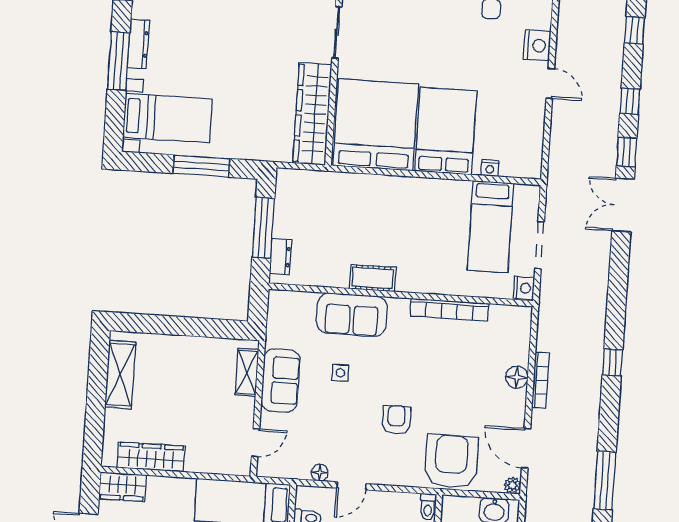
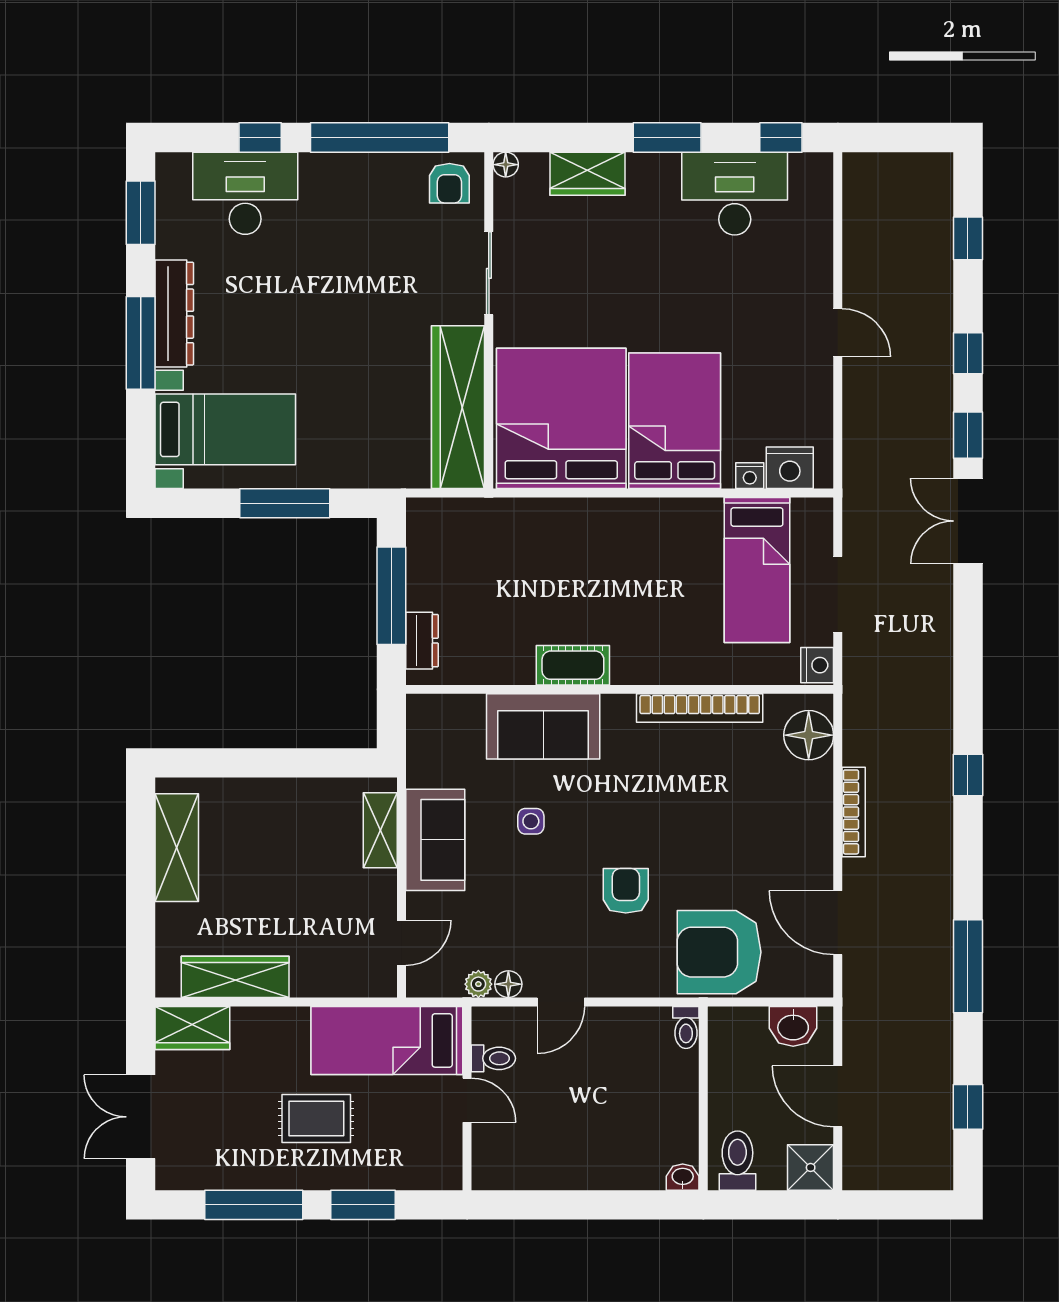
dresser: (138, 44) -> (174, 314), width x1.37, depth x1.24
nightstand: (537, 46) -> (790, 468), moved, turned 90
floor lamp: (517, 377) -> (809, 735), moved, width x1.38, depth x1.38
armchair: (451, 461) -> (719, 952), turned -90
plant: (512, 485) -> (478, 984), moved

